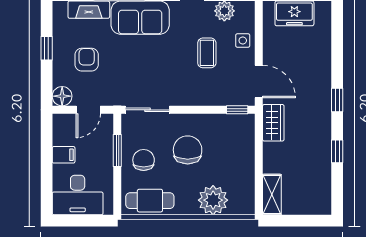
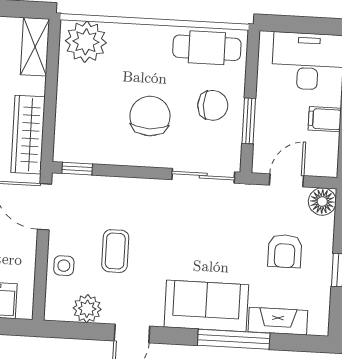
wardrobe: (273, 123) -> (28, 135), width x1.50
chair: (188, 150) -> (150, 116), turned 180
chair: (144, 160) -> (213, 105), turned -90
plant: (213, 200) -> (86, 42), moved

